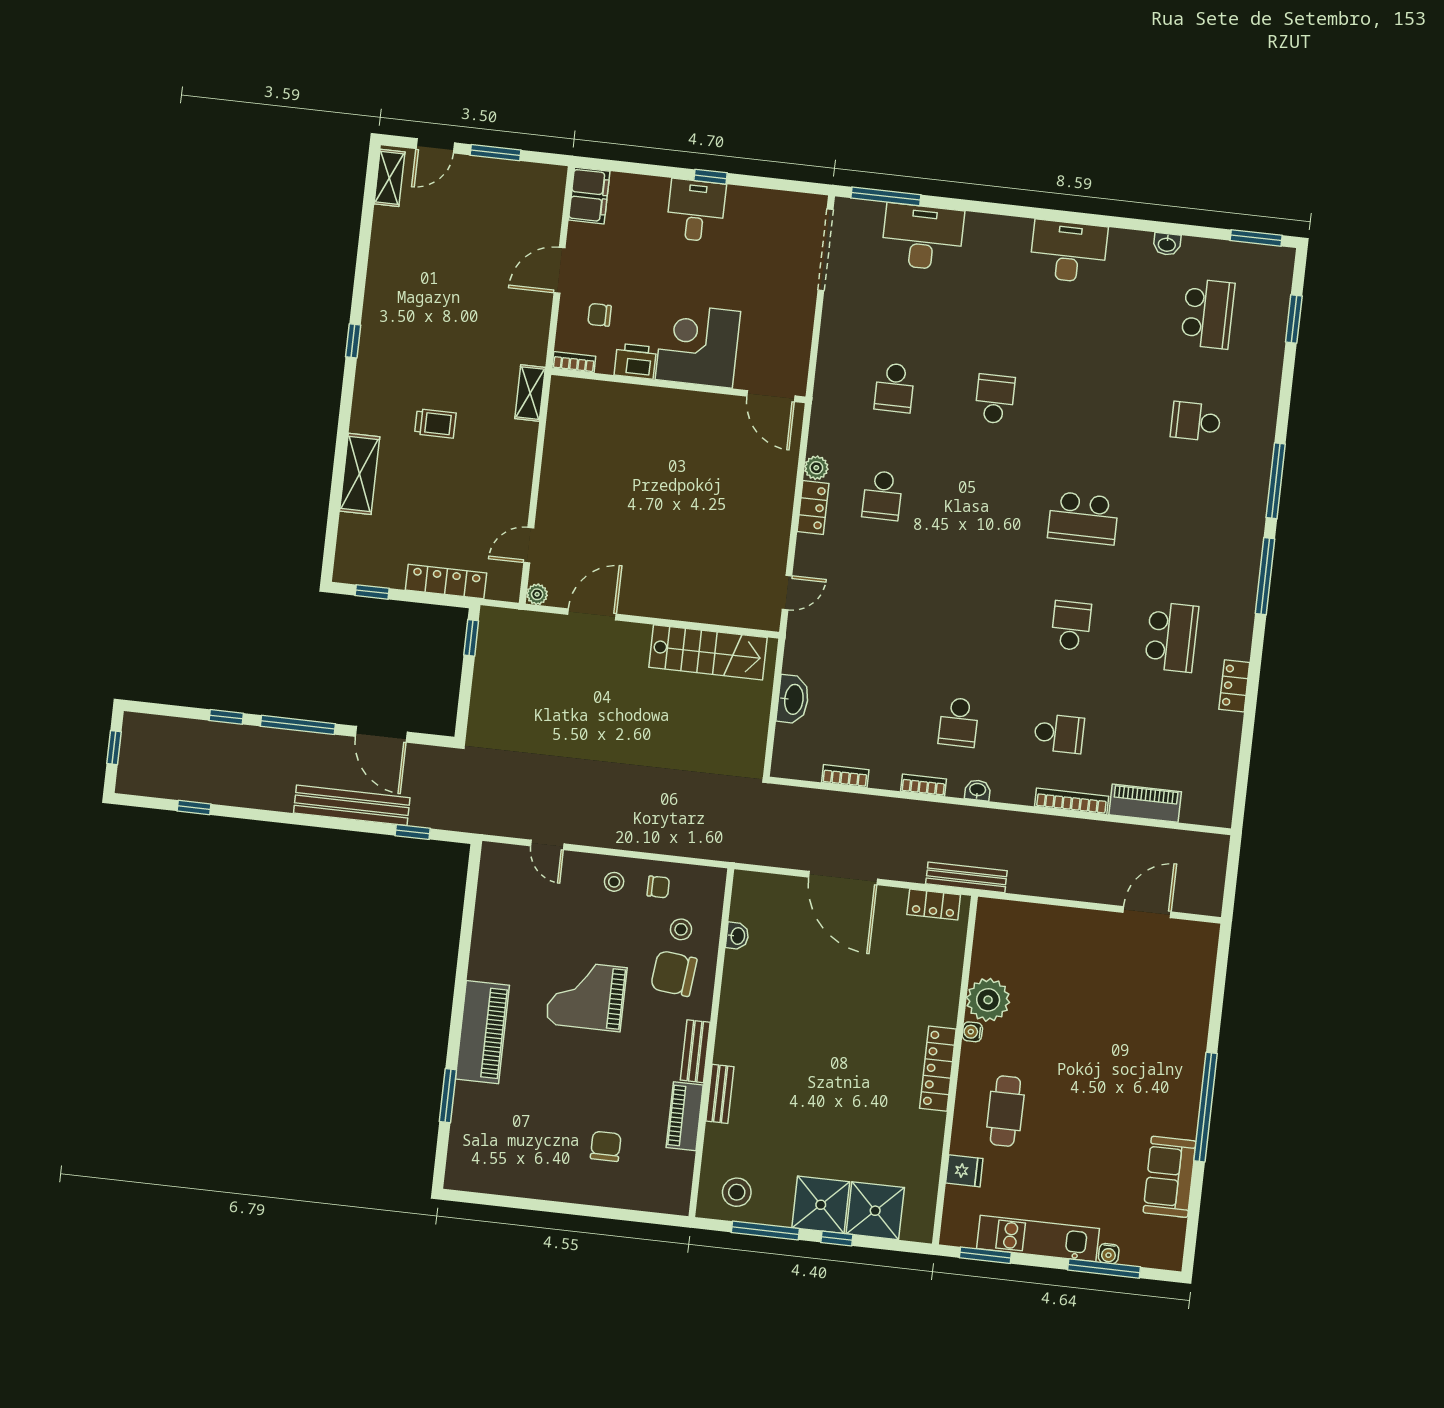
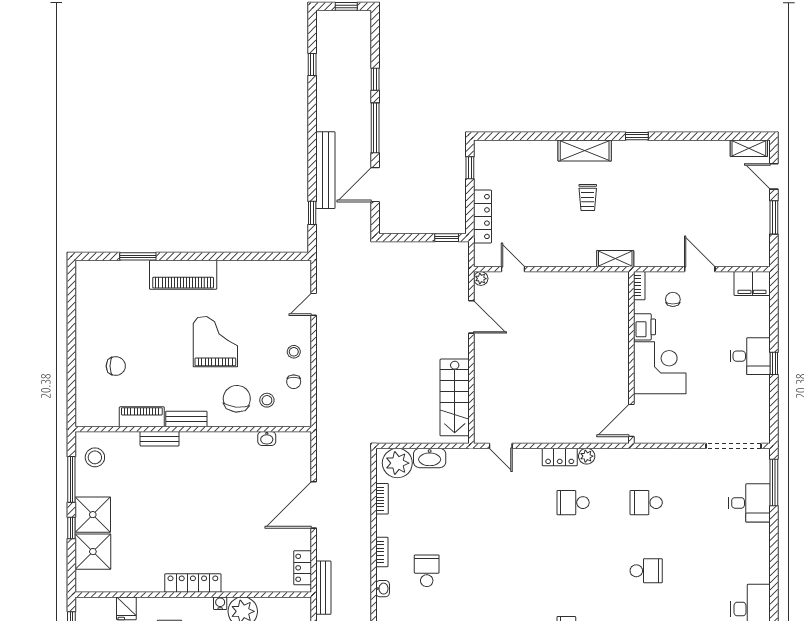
desk: (923, 237) -> (749, 503), width x0.73
shelving: (360, 474) -> (585, 150), moved
school desk: (959, 722) -> (427, 571), turned 90
plant: (795, 748) -> (397, 463), added

